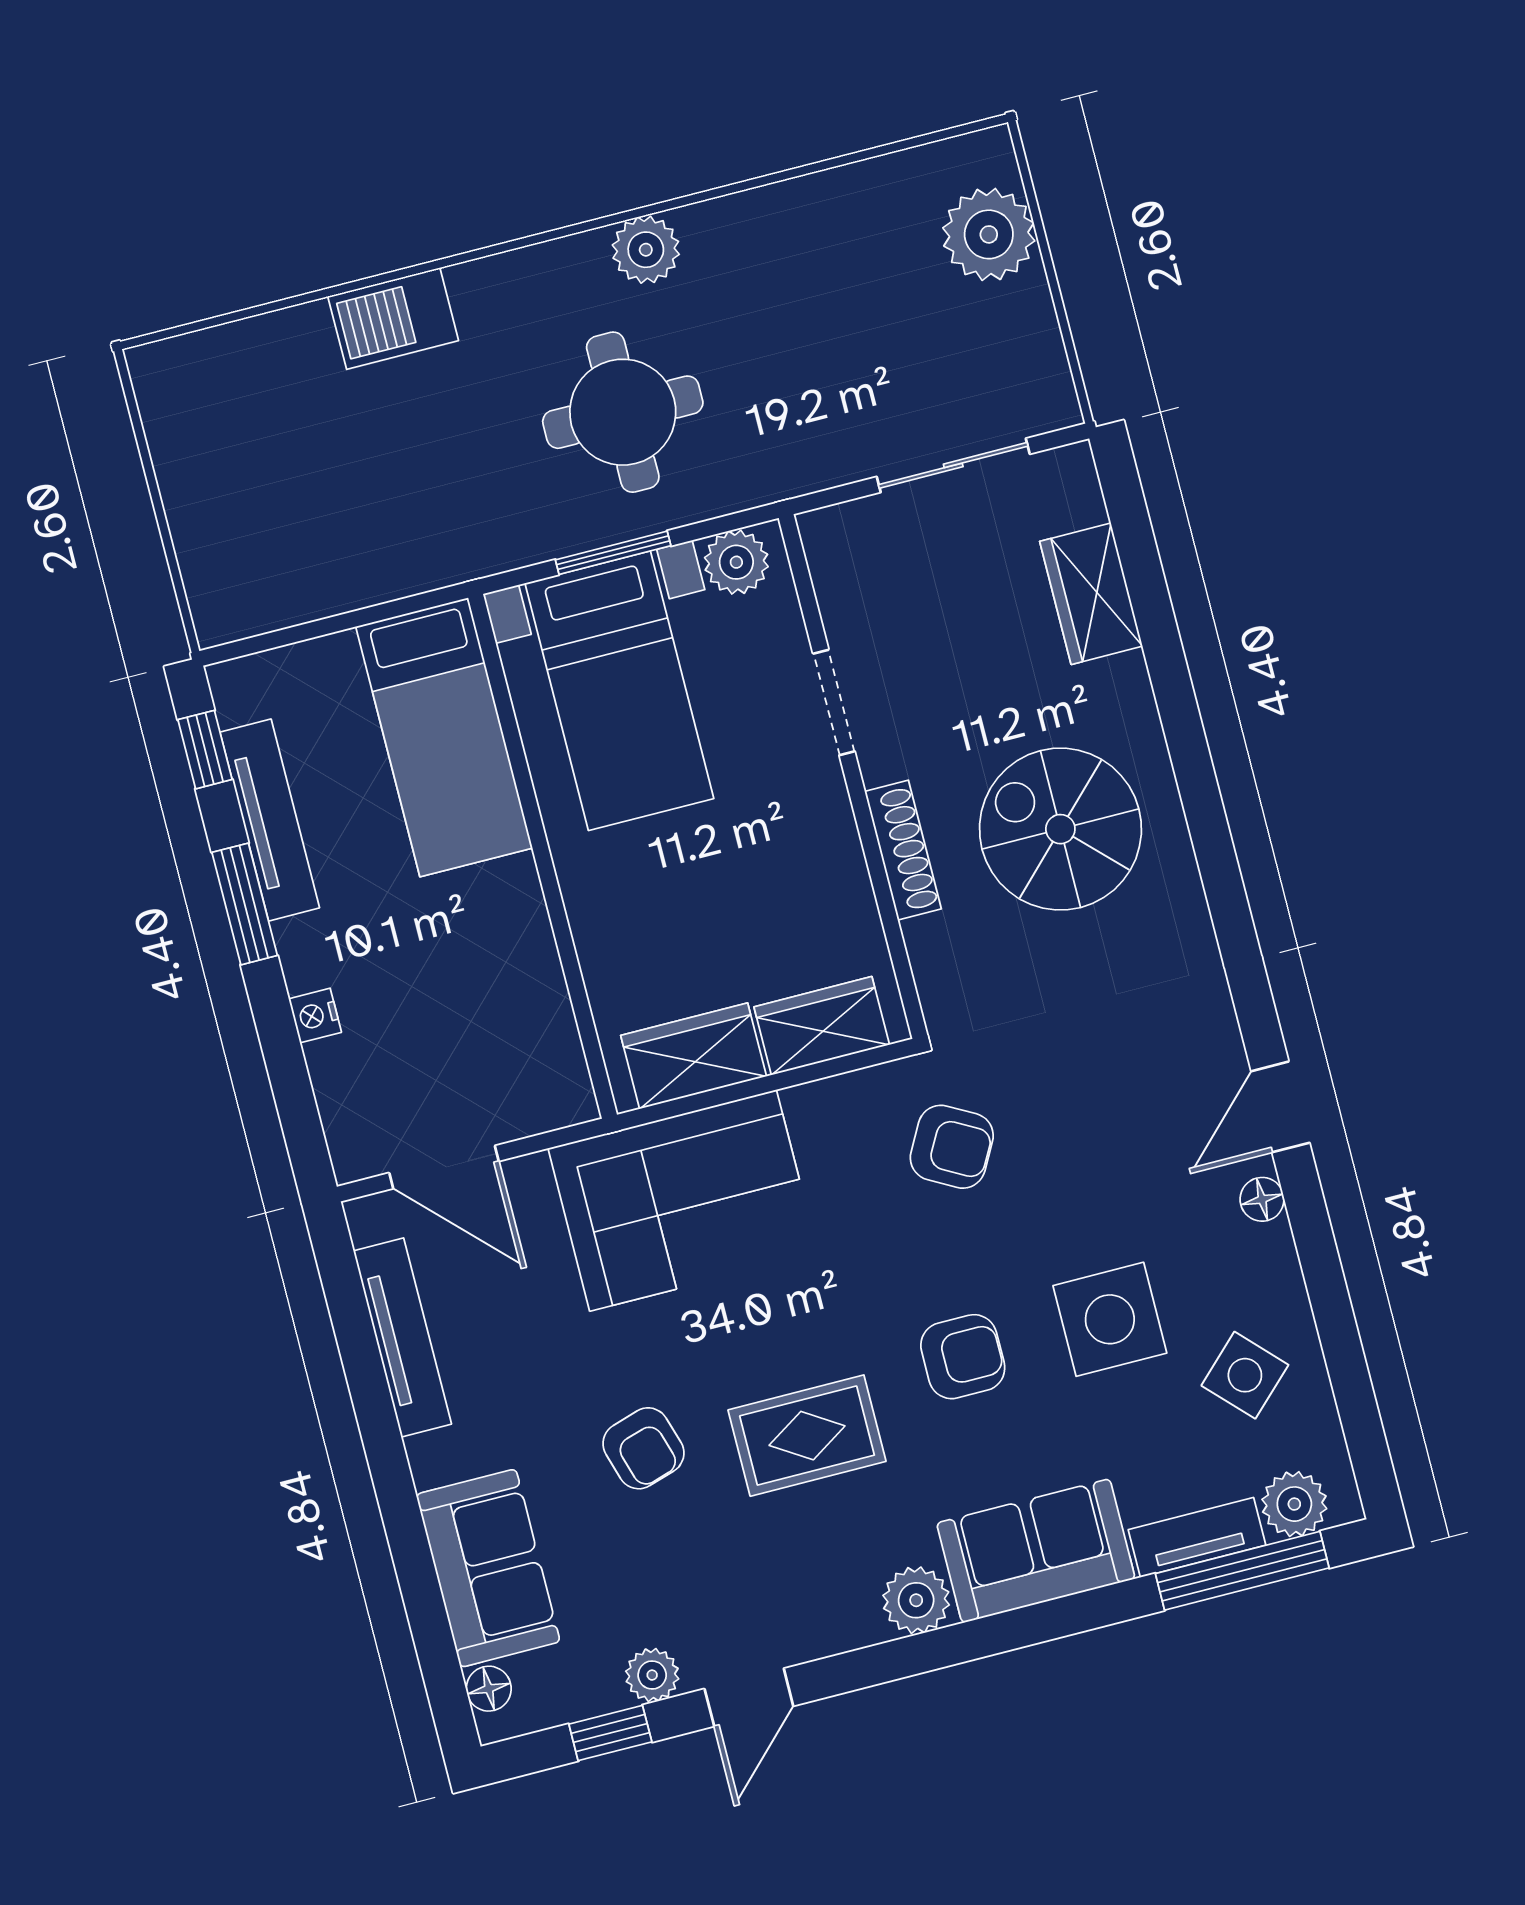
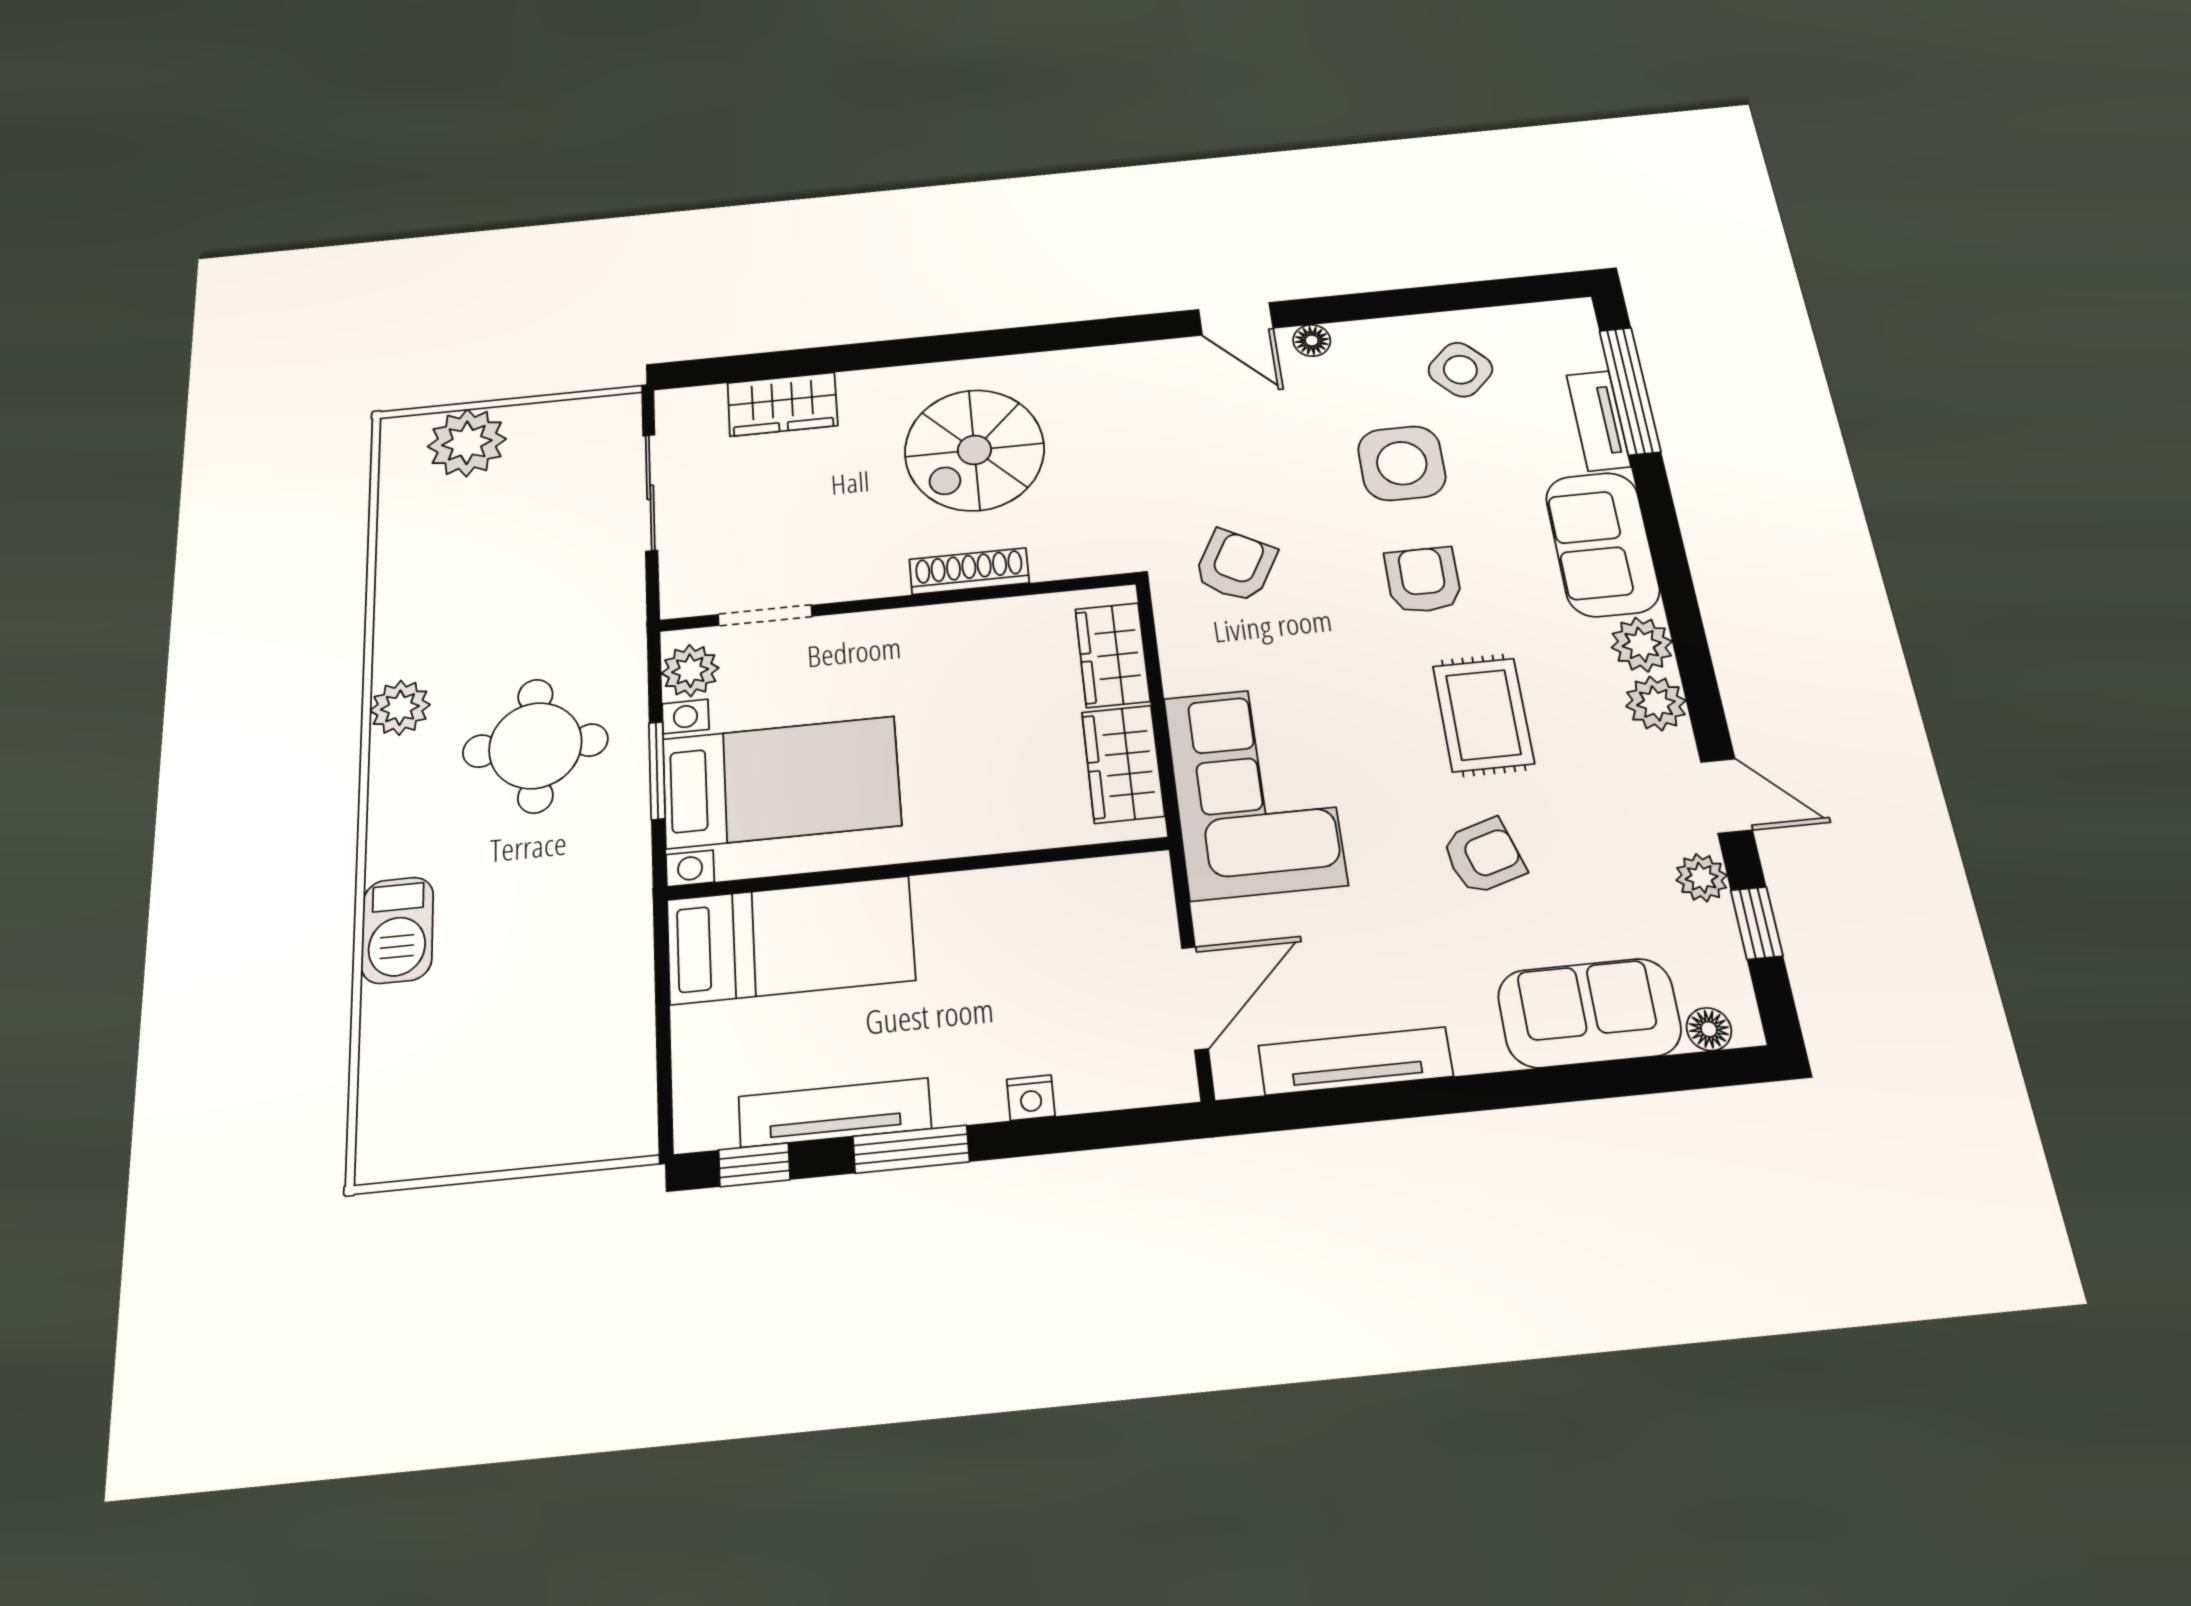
doorway: (834, 702) -> (765, 615), moved
plant: (1294, 1504) -> (1656, 703), moved

